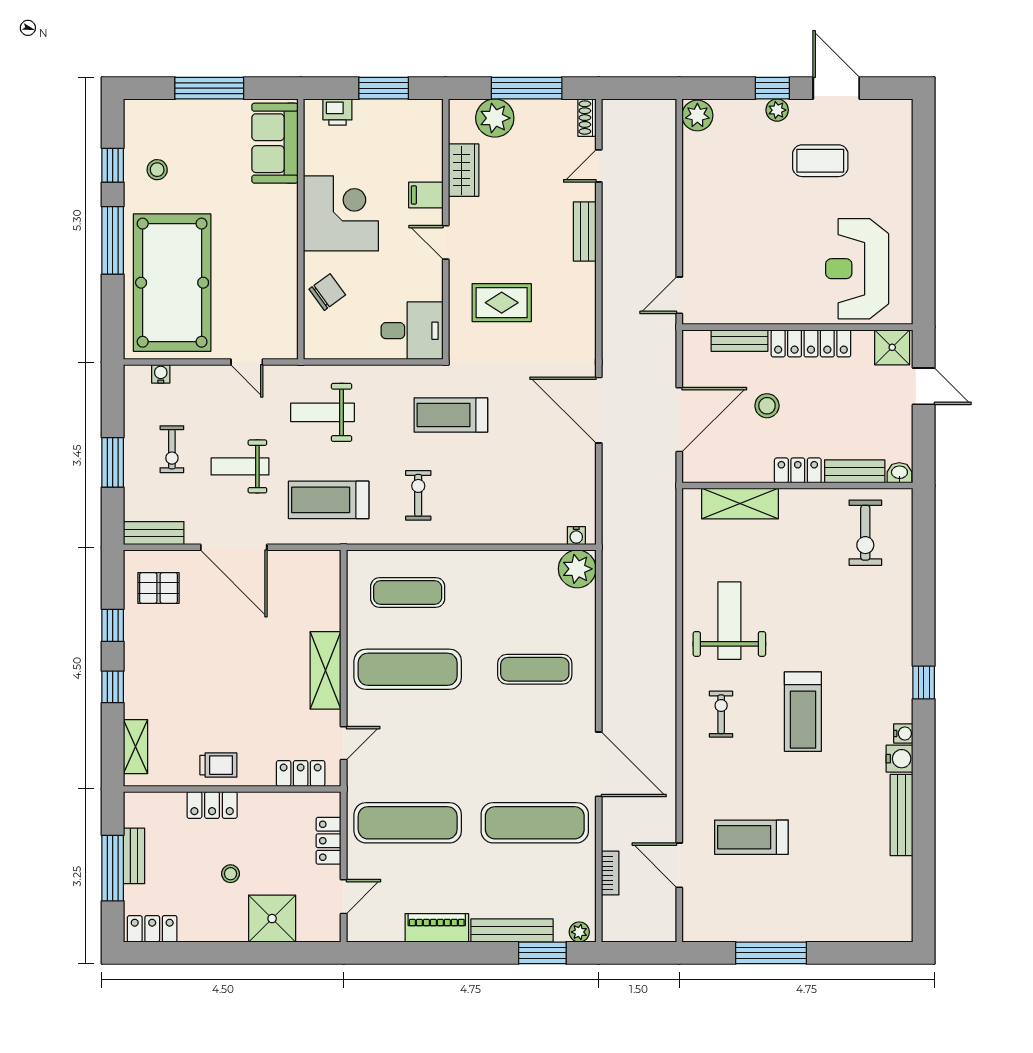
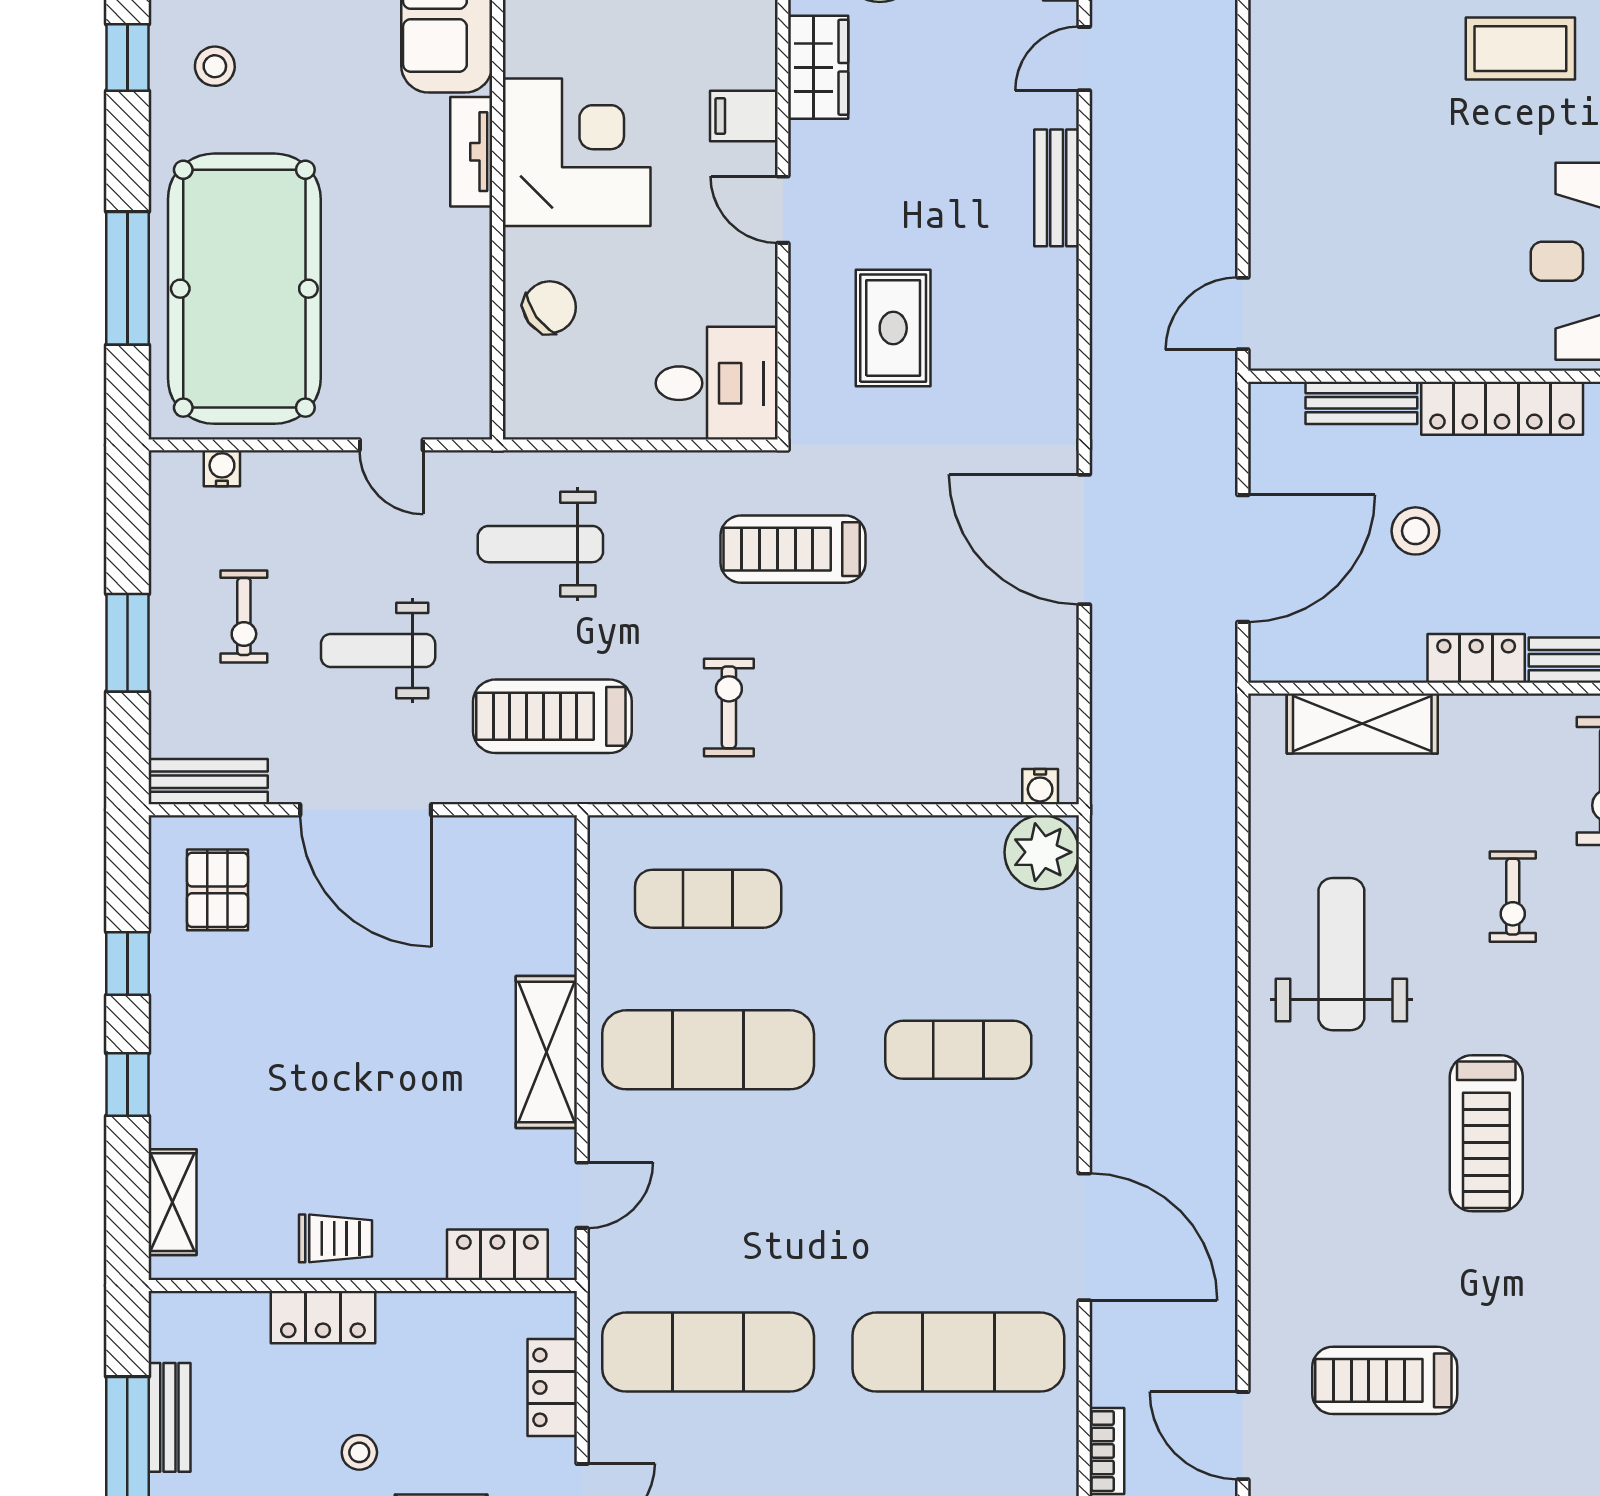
tv unit: (287, 213) -> (471, 152), added
window: (113, 240) -> (127, 278), moved
rug: (502, 303) -> (893, 328), turned 90
pallet: (159, 588) -> (218, 890), turned 90
exercise bike: (721, 714) -> (1513, 897), moved, turned 180

